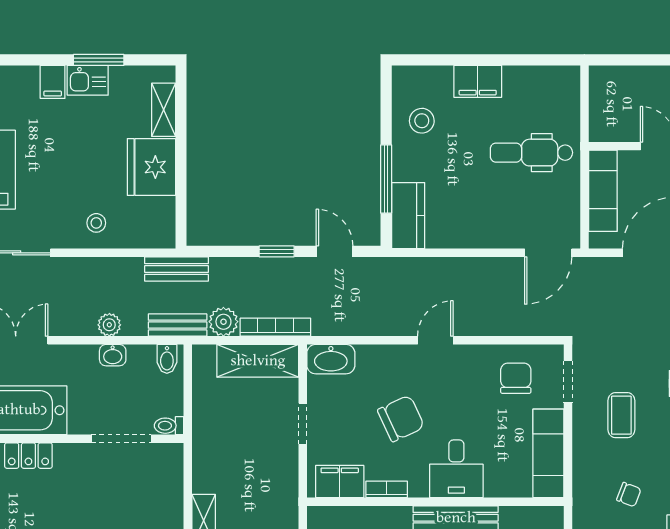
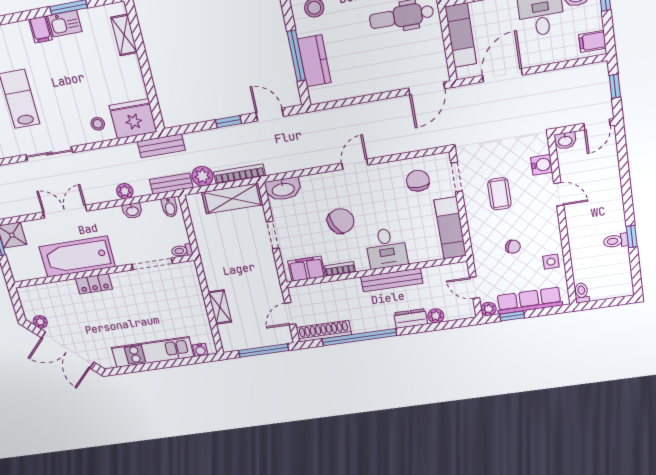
fridge: (151, 167) -> (133, 119), moved, turned 90
kitchen counter: (408, 216) -> (314, 61), moved

